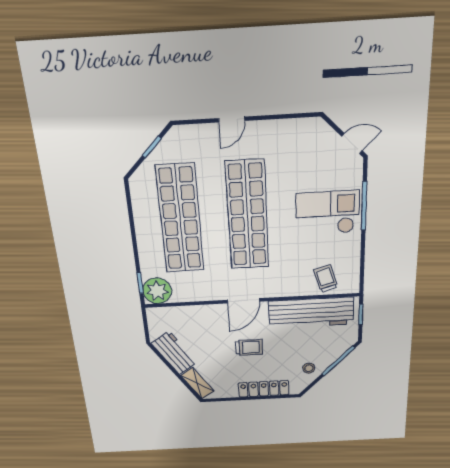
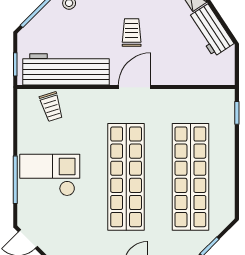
checkout: (328, 213) -> (50, 175), turned 180
plant: (157, 291) -> (221, 103), removed
trolley: (249, 347) -> (132, 32), turned 90

